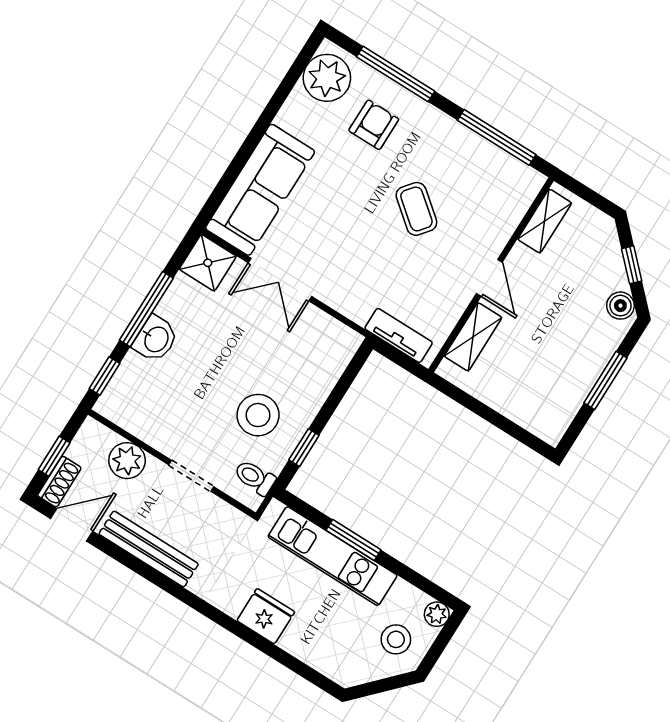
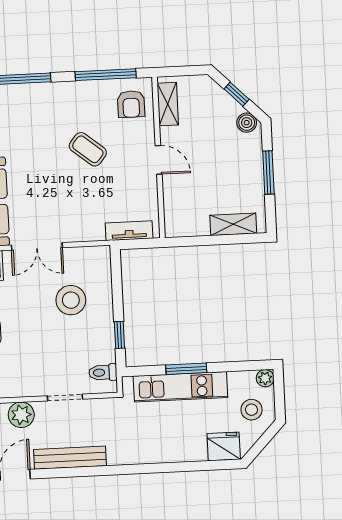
armchair: (374, 125) -> (131, 104), moved, turned 180
shelving: (473, 337) -> (233, 224), moved, turned 90
stool: (258, 415) -> (71, 300), moved
fridge: (266, 616) -> (224, 446), moved

